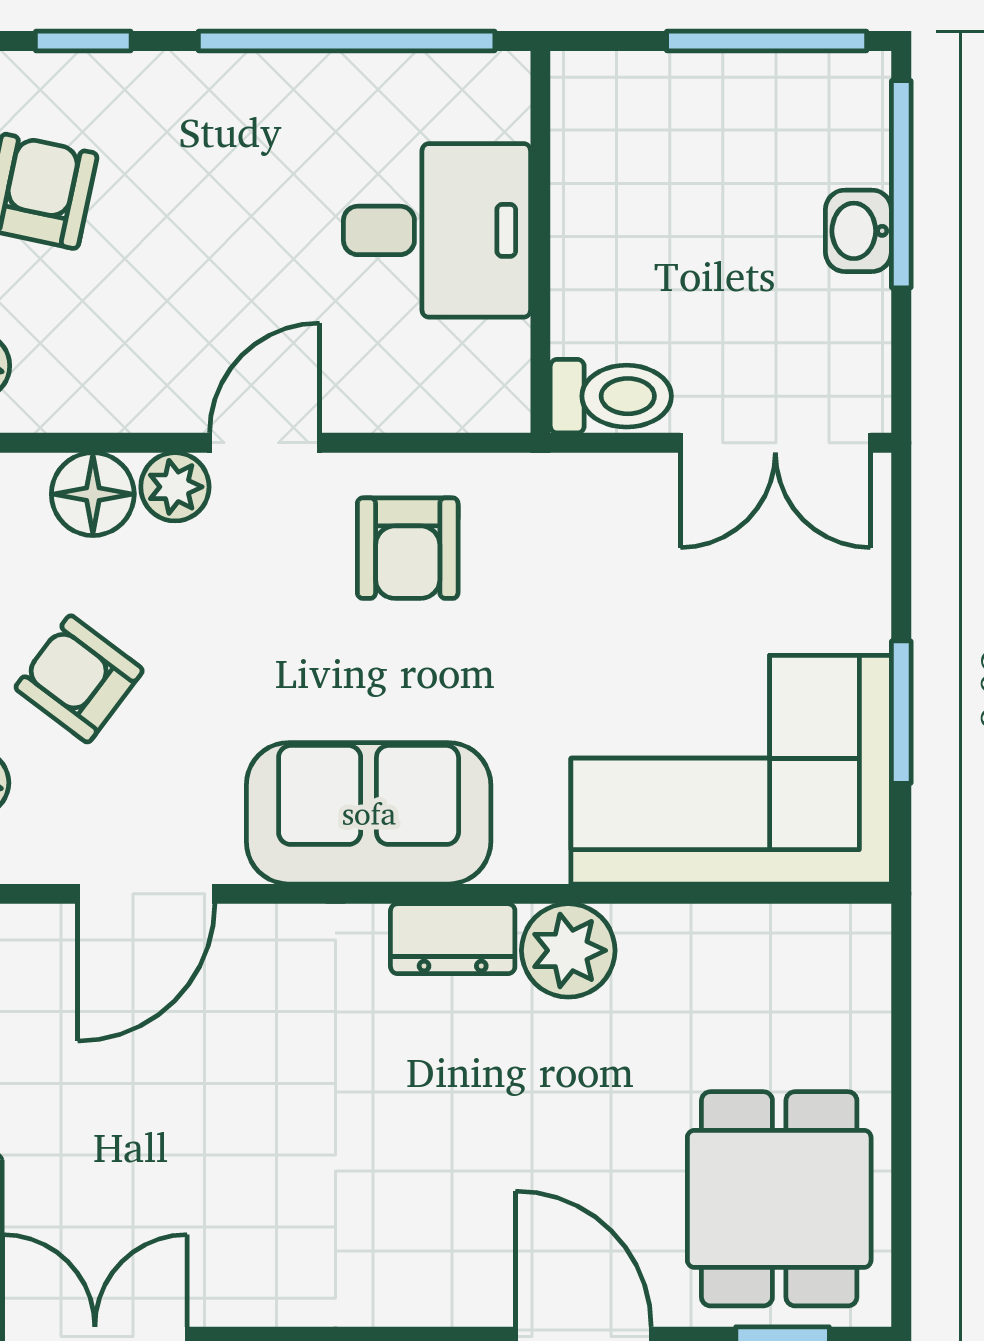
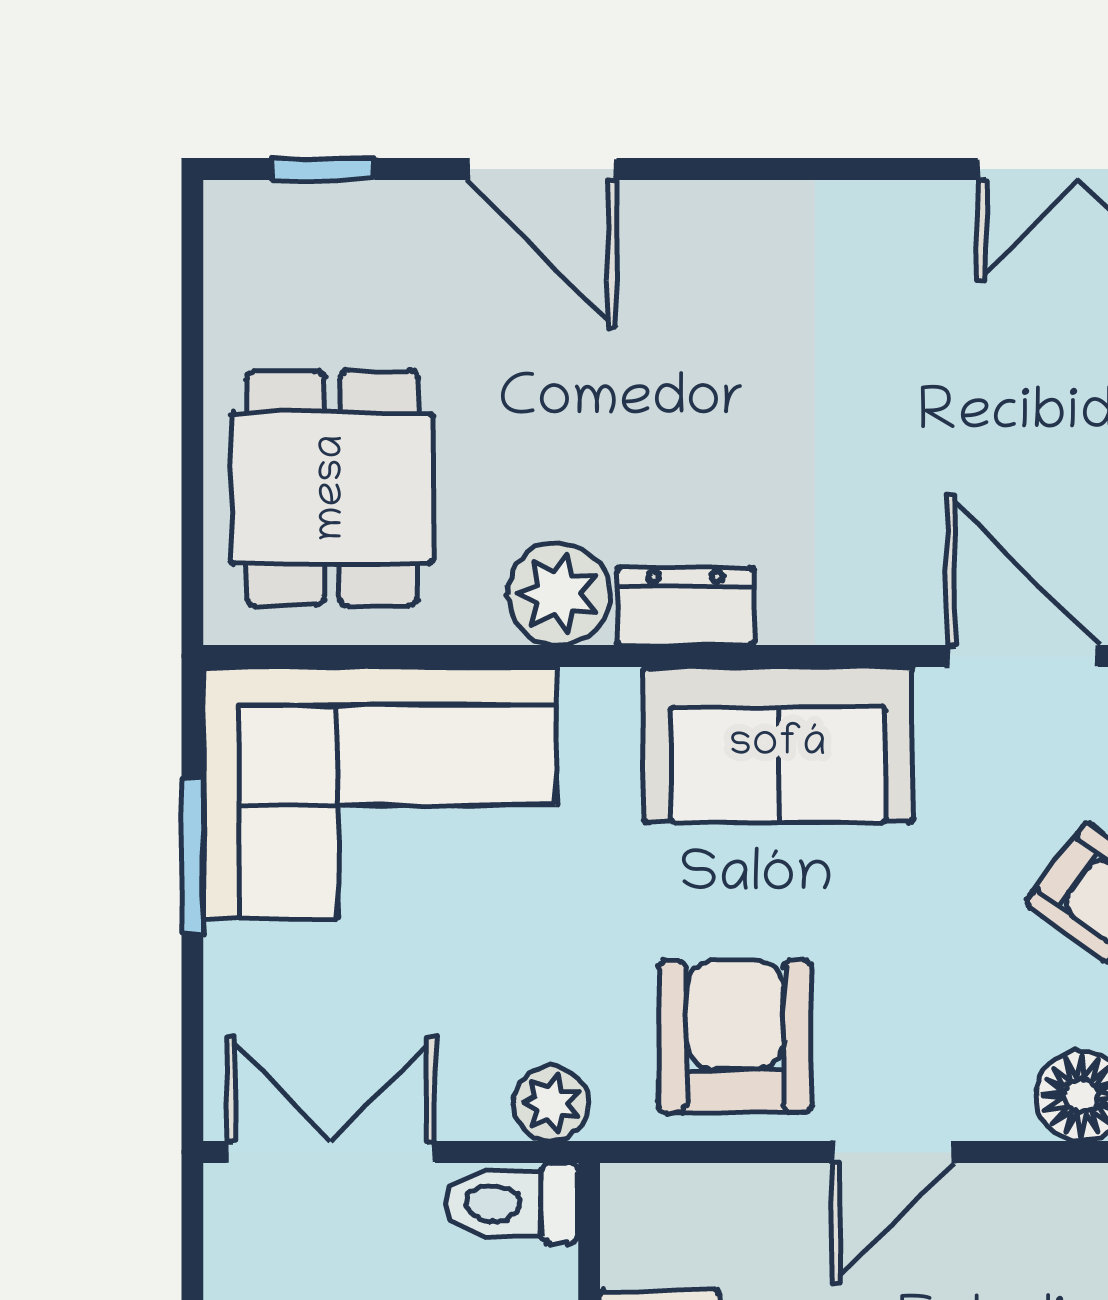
plant: (175, 487) -> (551, 1104), moved
armchair: (408, 548) -> (735, 1036), width x1.38, depth x1.38
door: (146, 894) -> (1023, 656), hinge flipped
dining table: (779, 1199) -> (332, 488), moved

